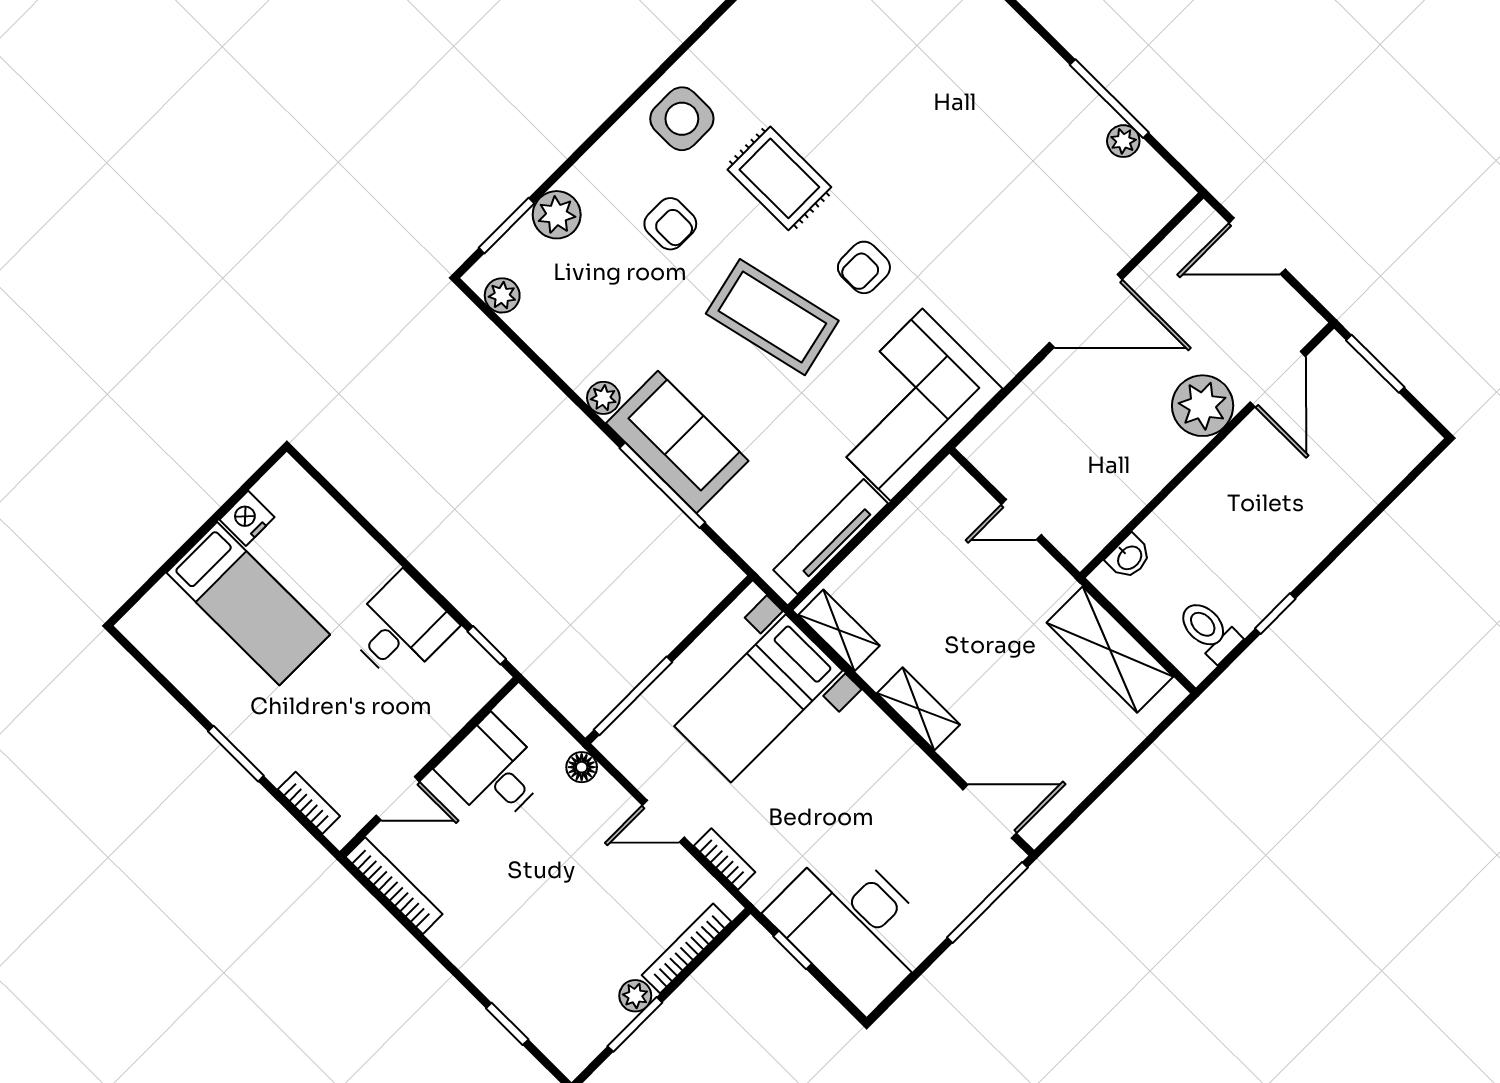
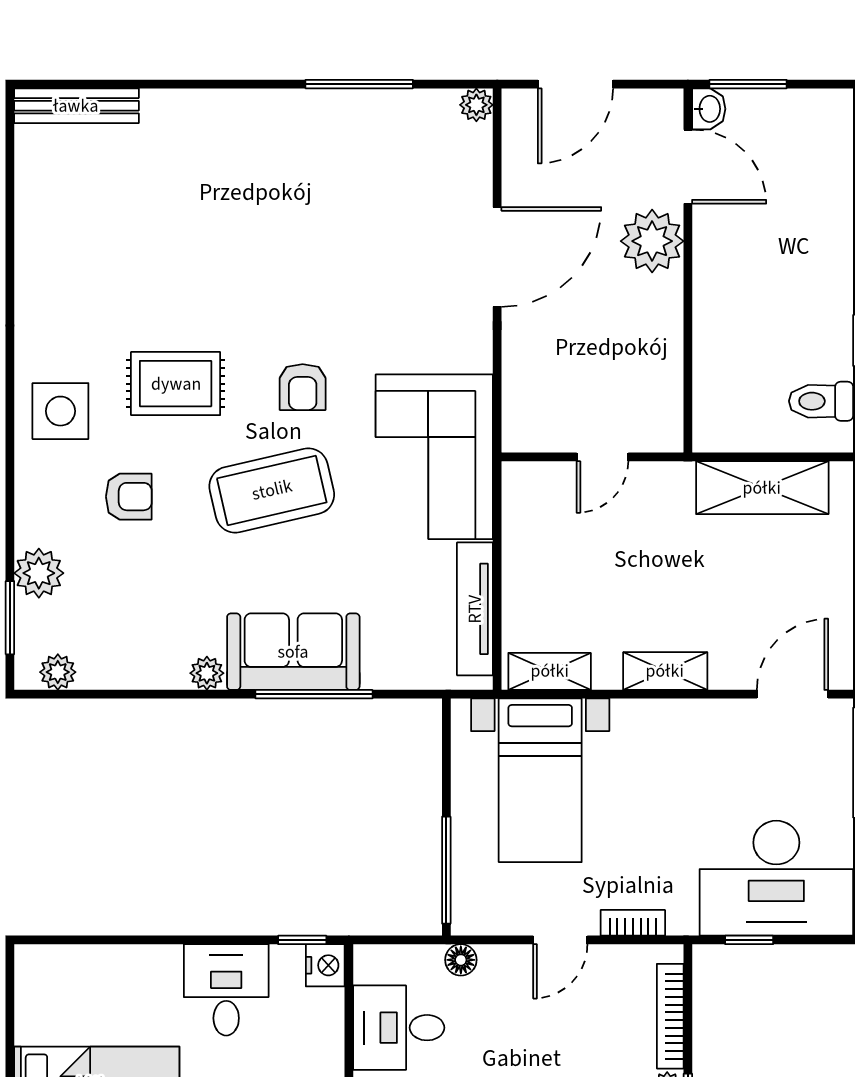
plant: (1123, 141) -> (476, 105), moved
nightstand: (247, 518) -> (325, 965), moved, turned 180
washbasin: (1129, 557) -> (709, 109), moved

